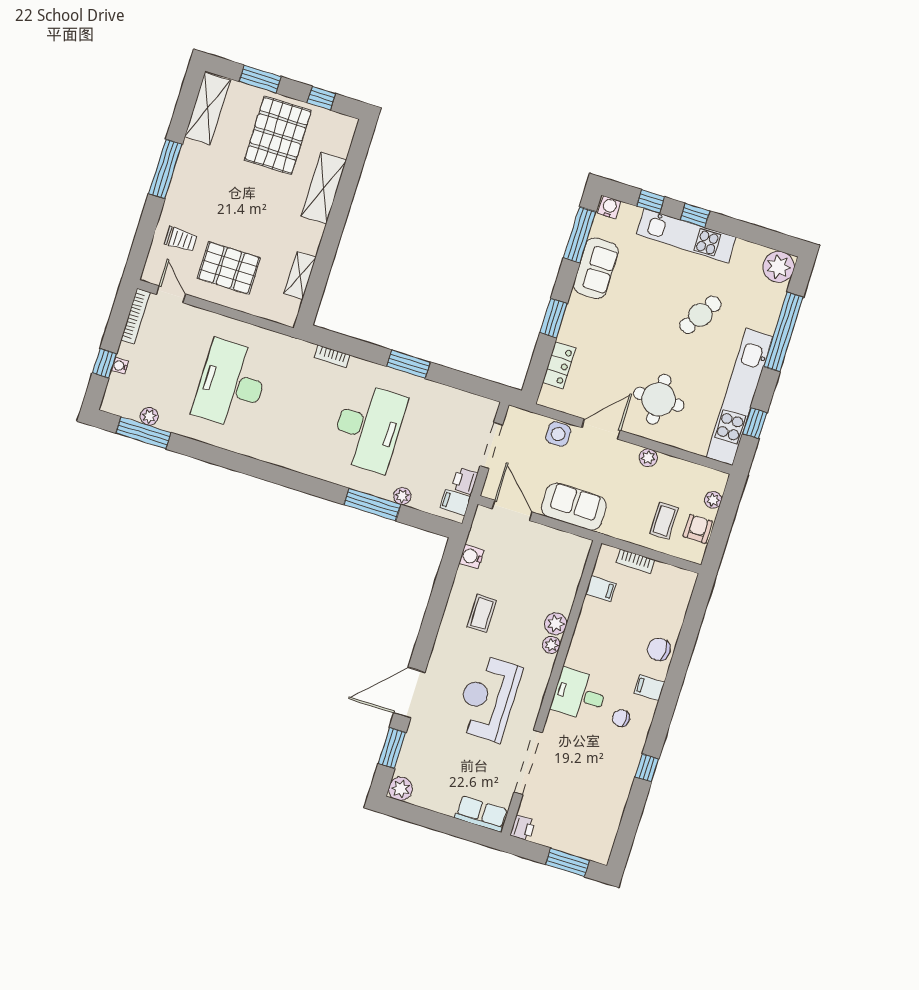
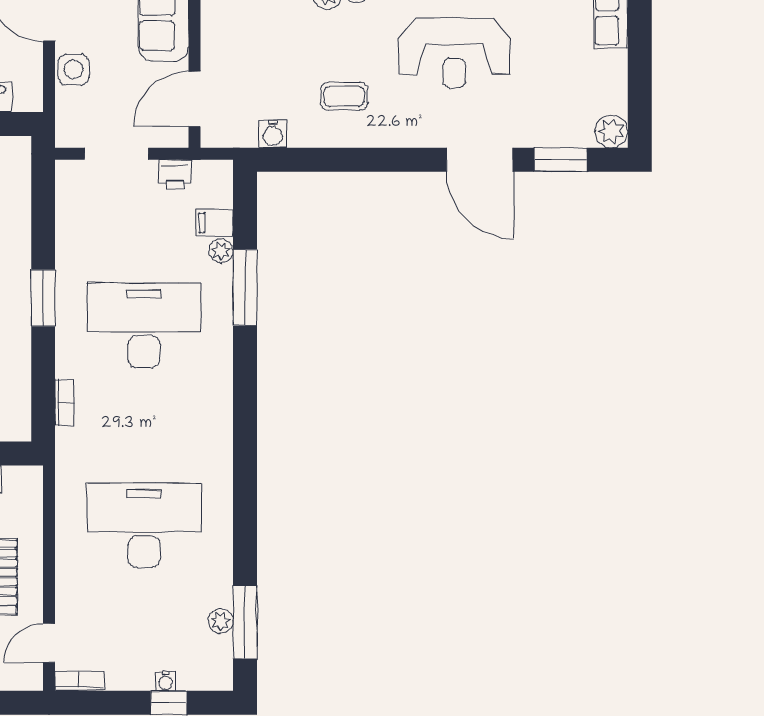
bookcase: (135, 316) -> (79, 681), width x0.64
desk: (231, 384) -> (144, 525), turned 180
filing cabinet: (455, 502) -> (215, 223), moved, turned 90

